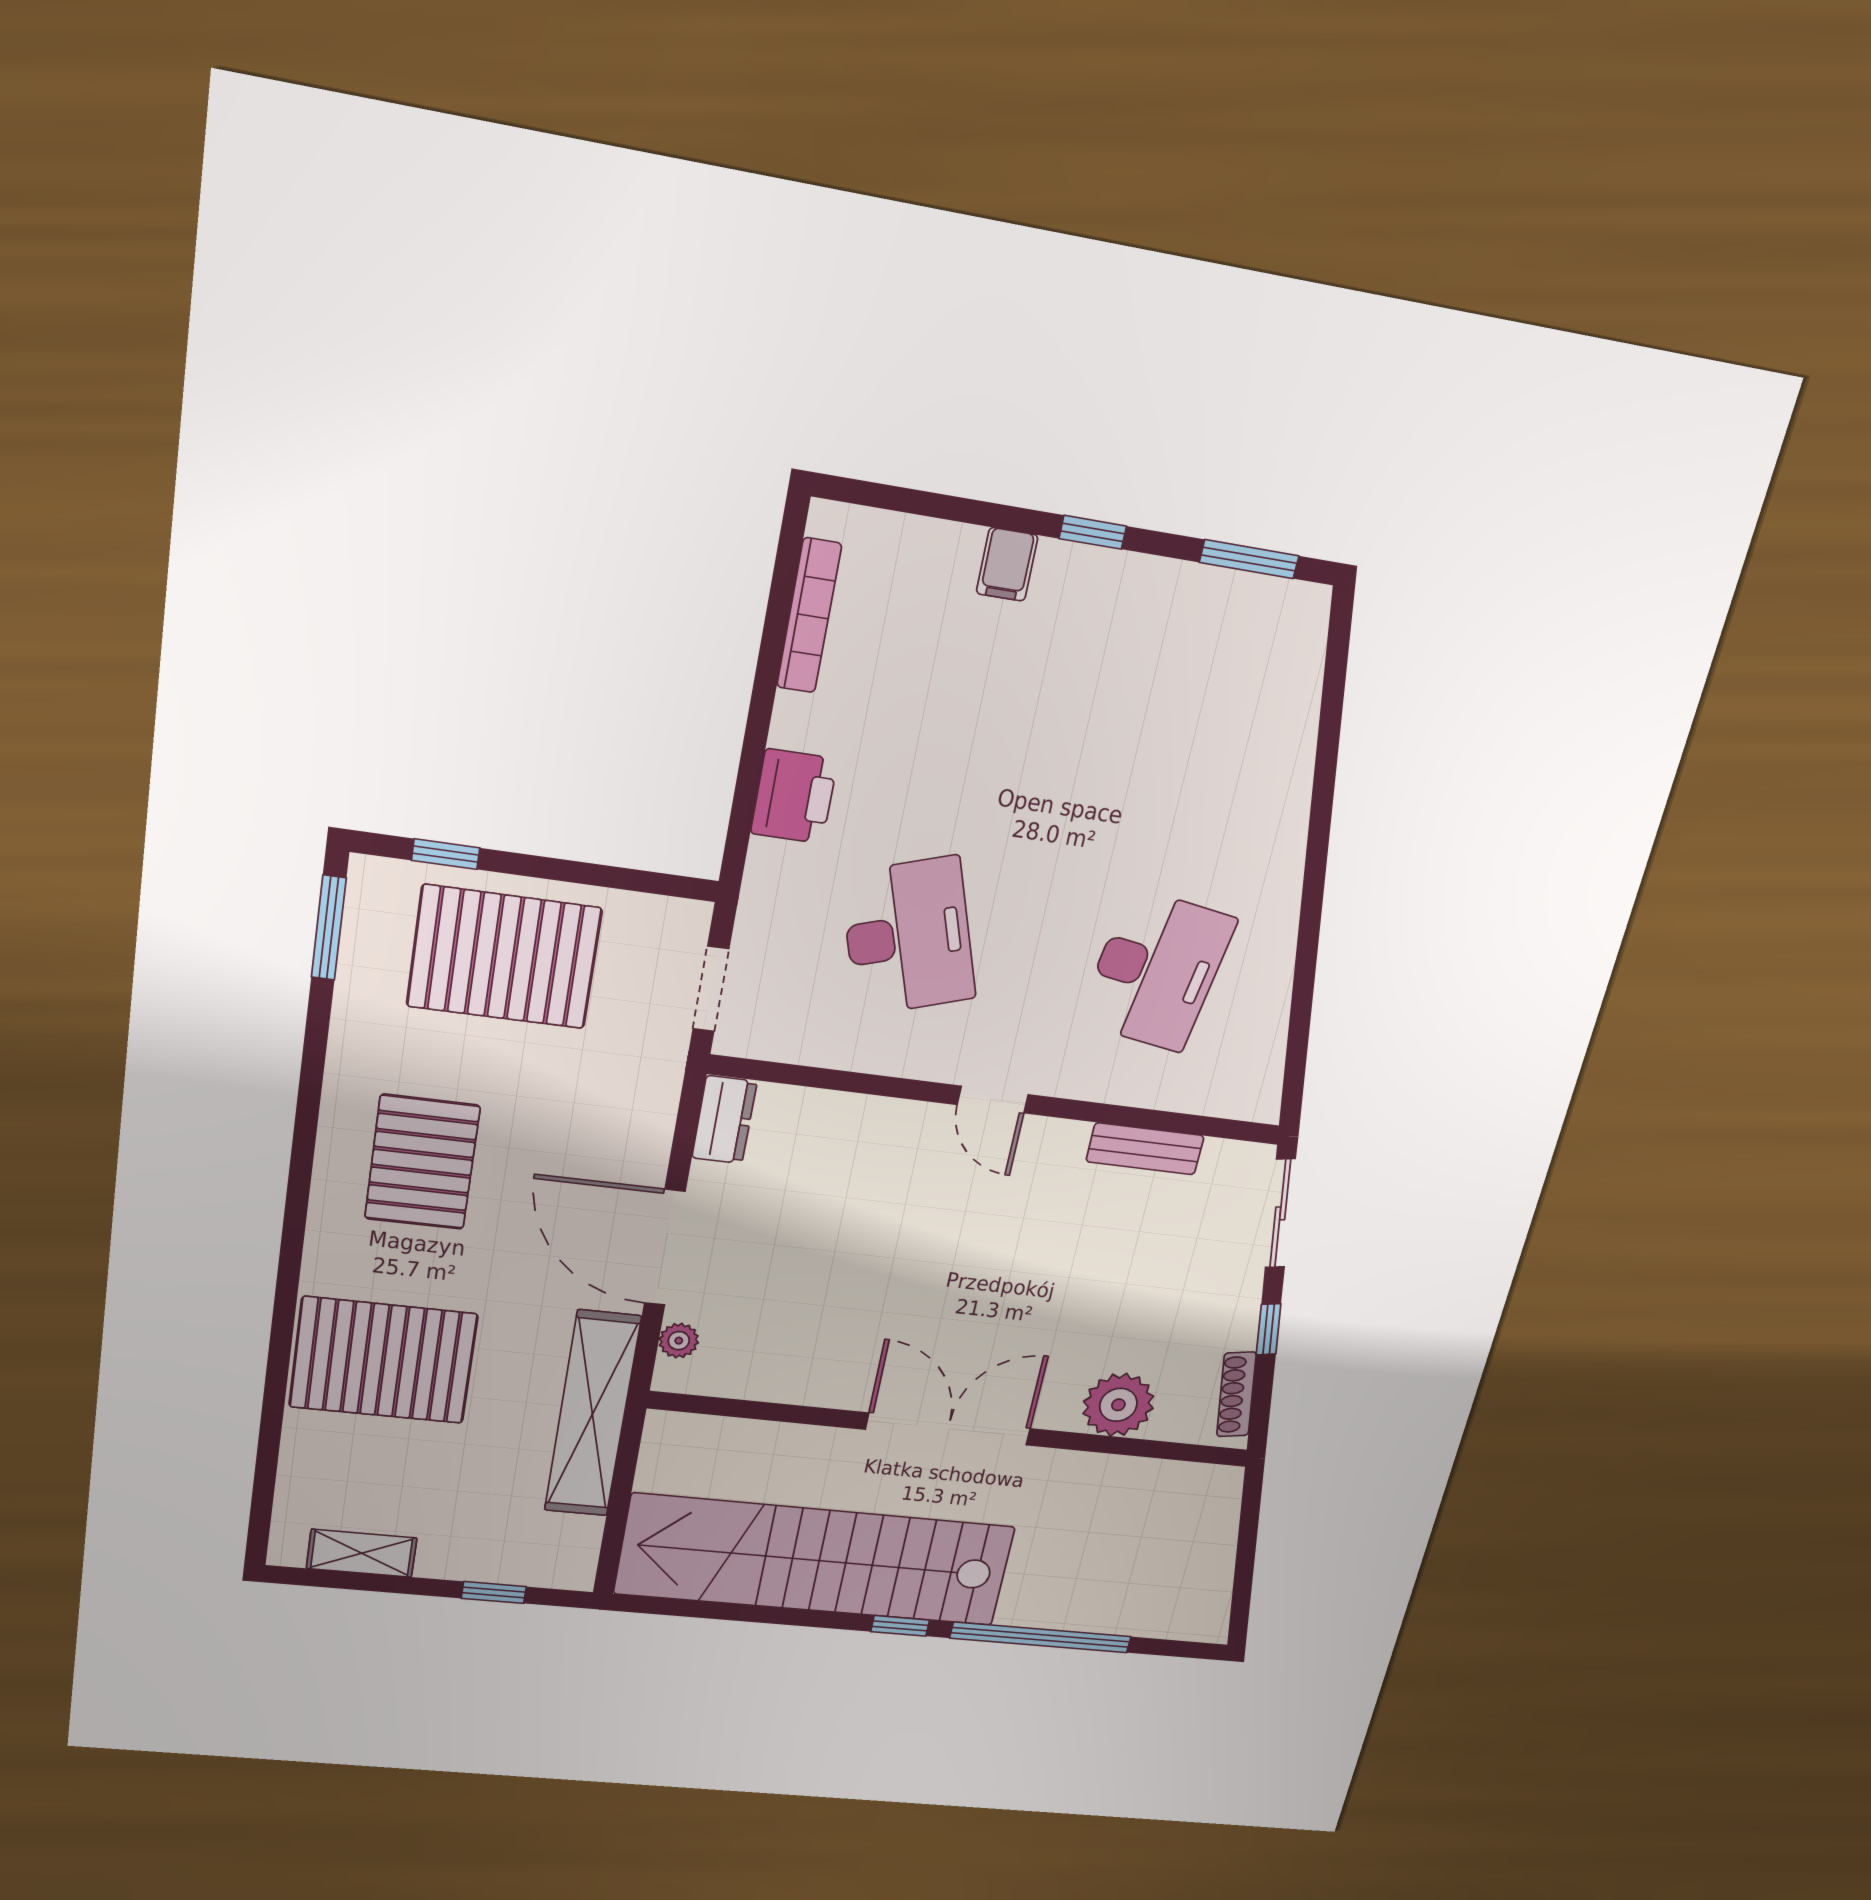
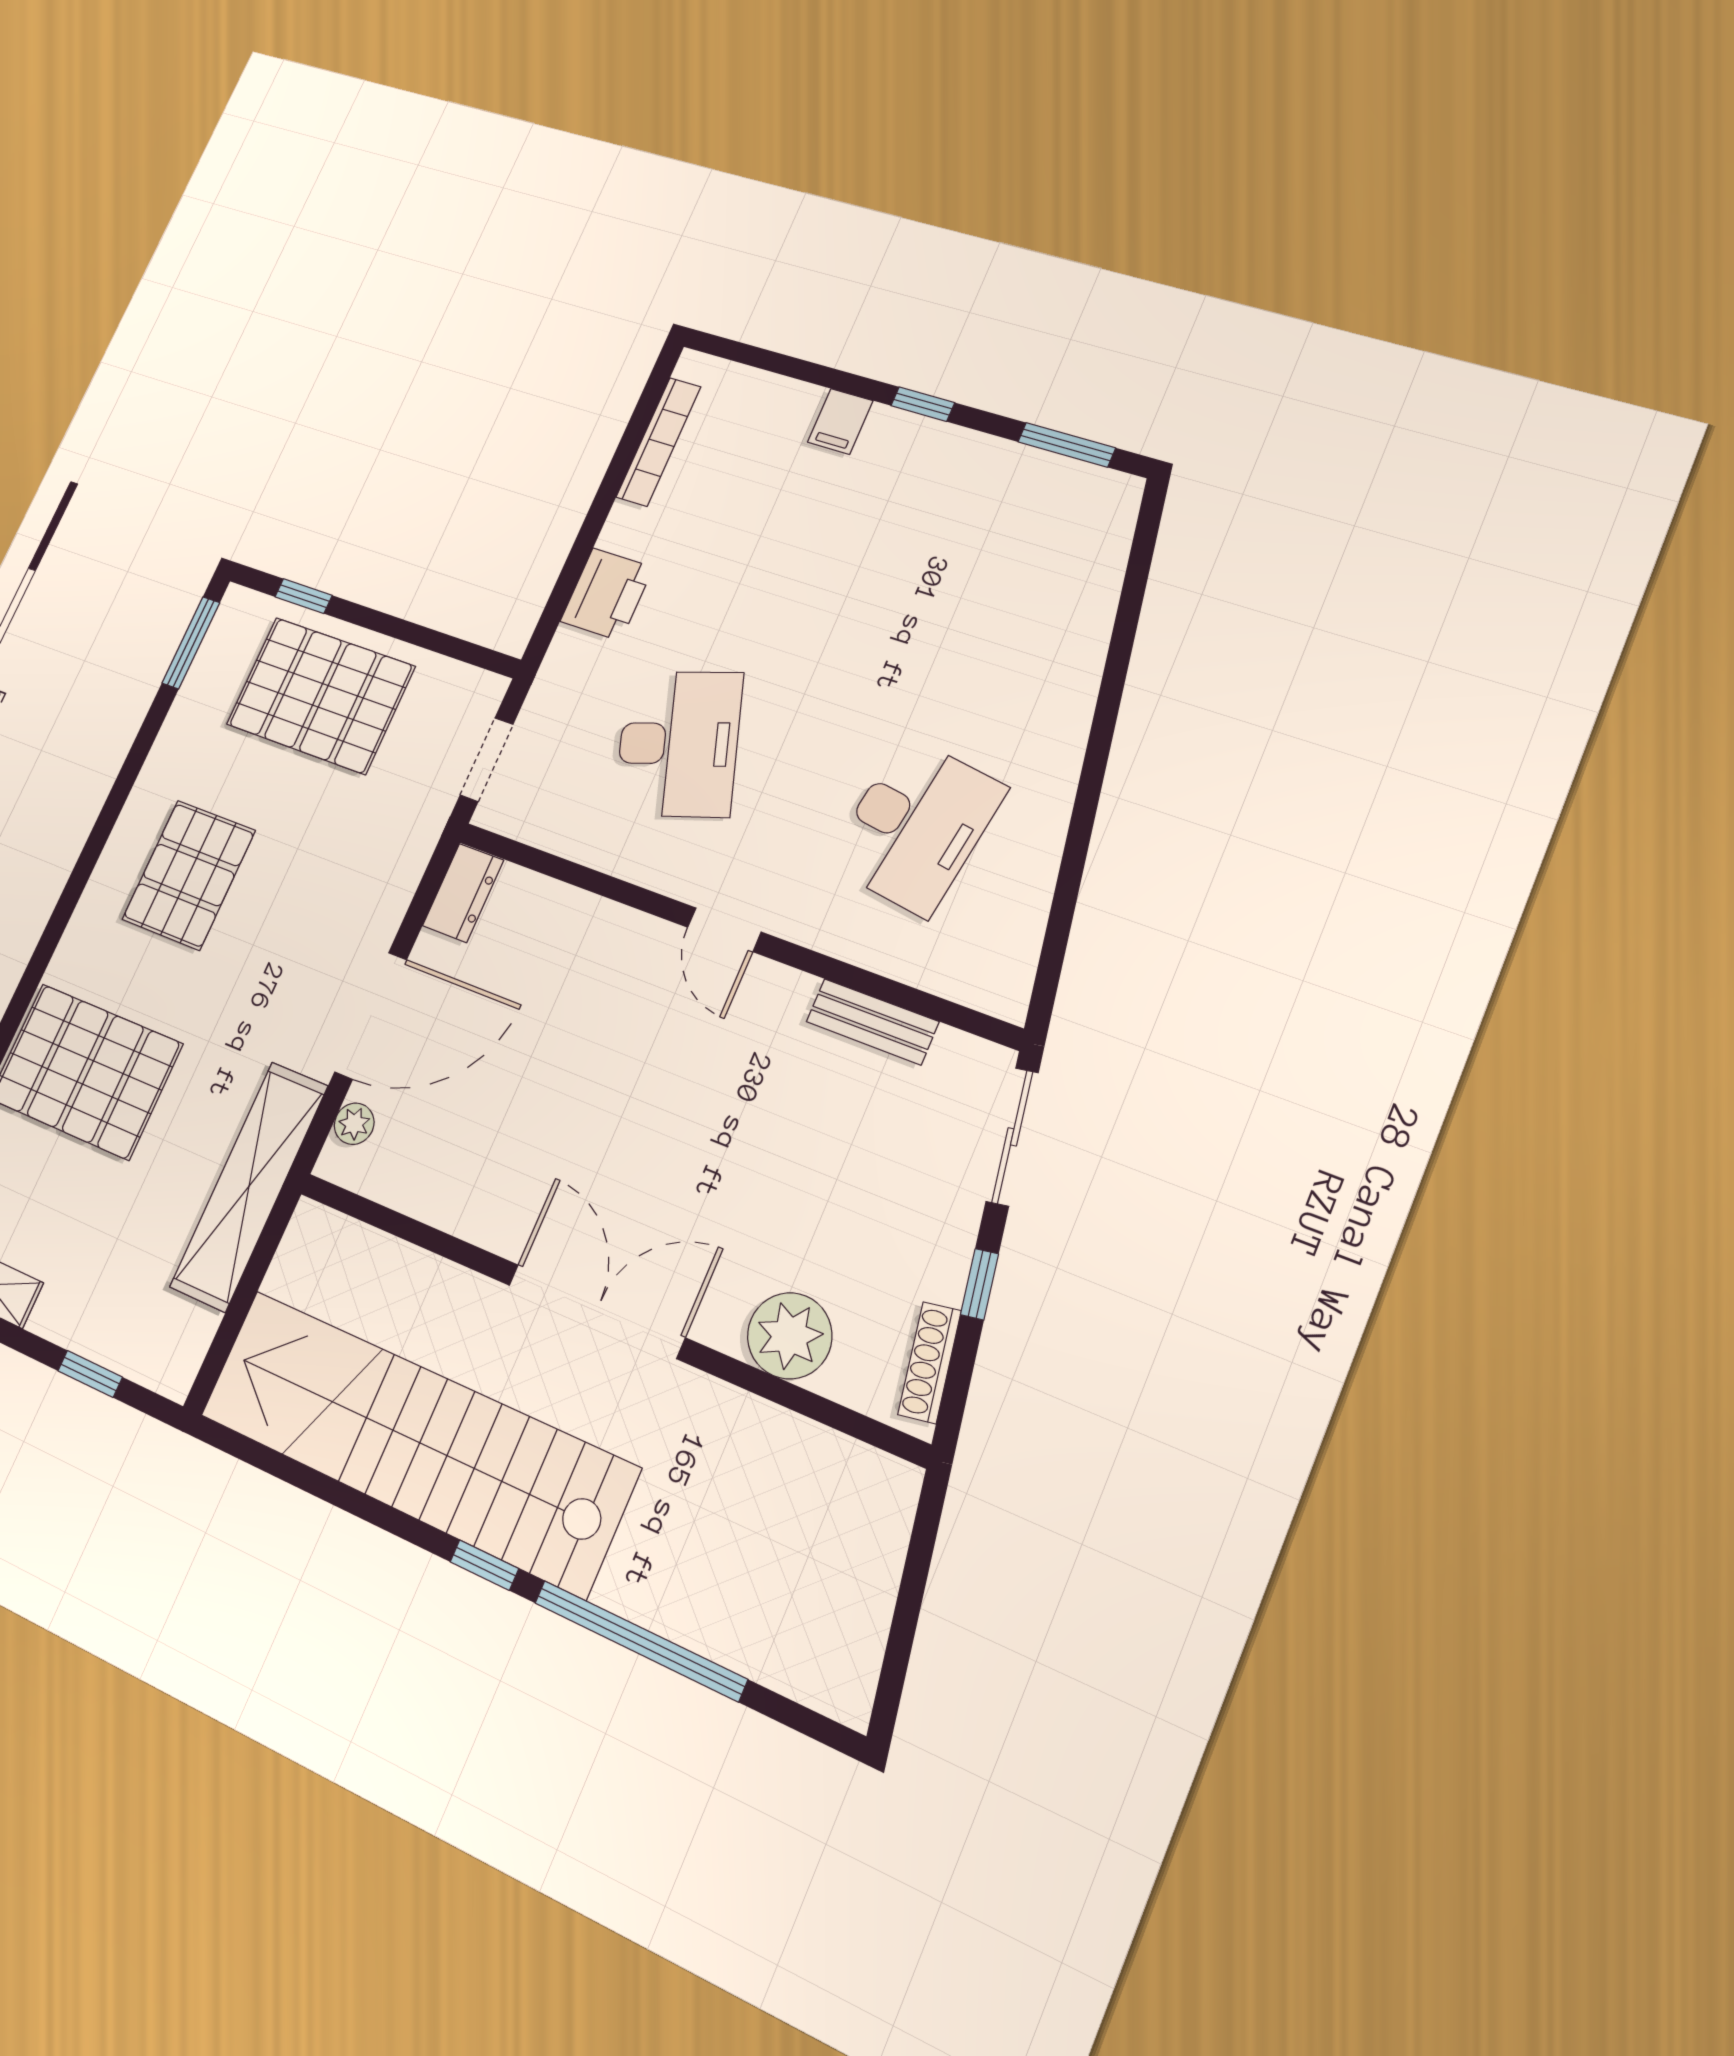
door: (665, 1248) -> (371, 1016), swing flipped

